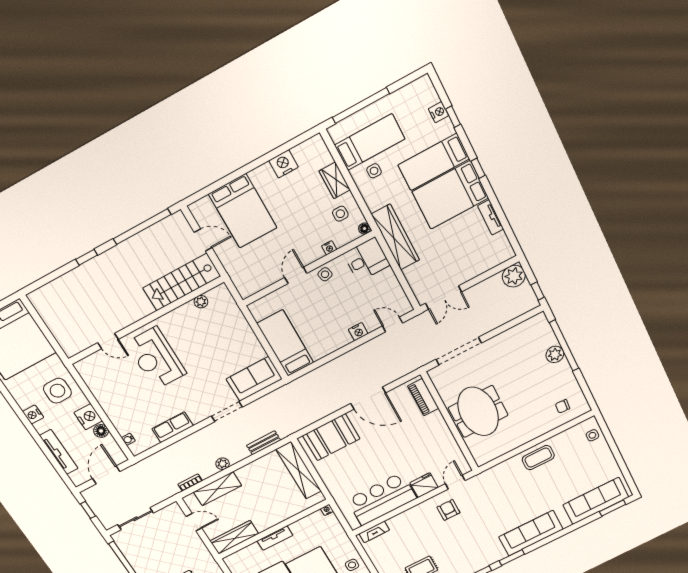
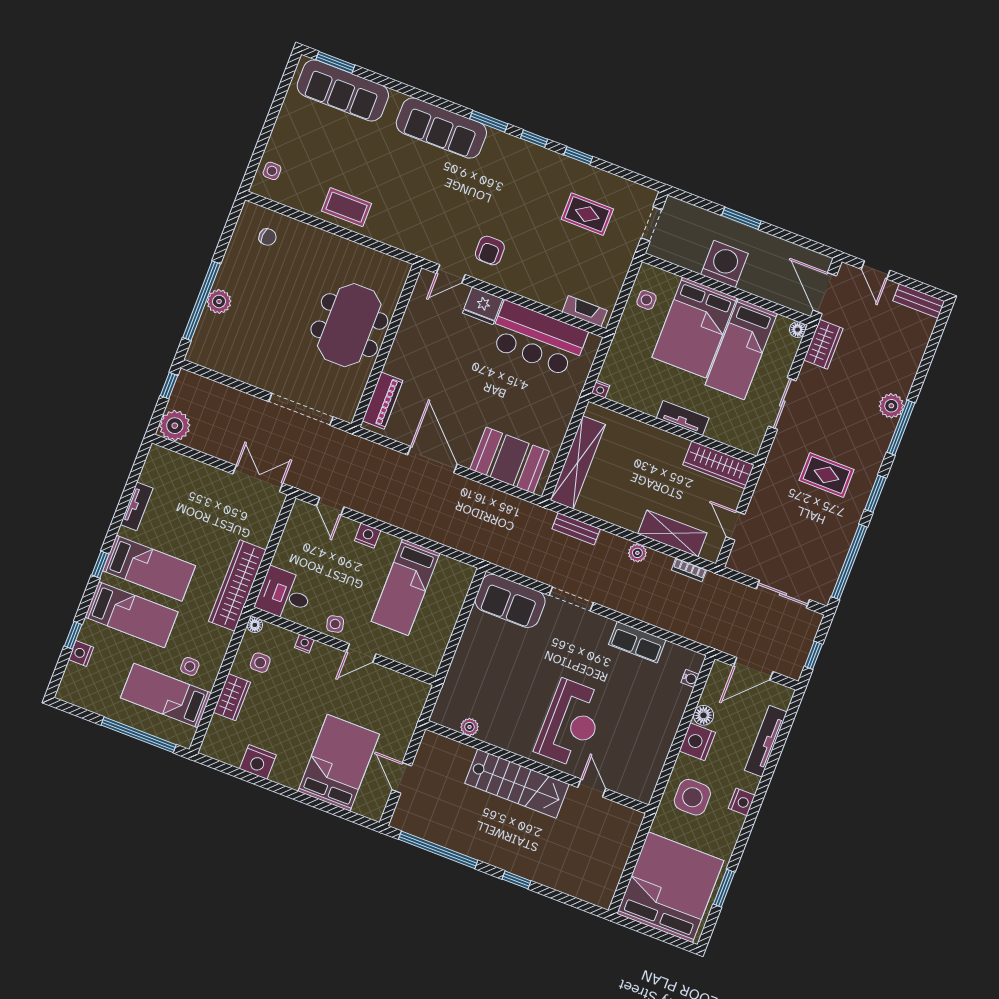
bed: (450, 195) -> (149, 568), width x0.67
stairs: (182, 282) -> (517, 784), moved
bed: (285, 343) -> (405, 587), moved

